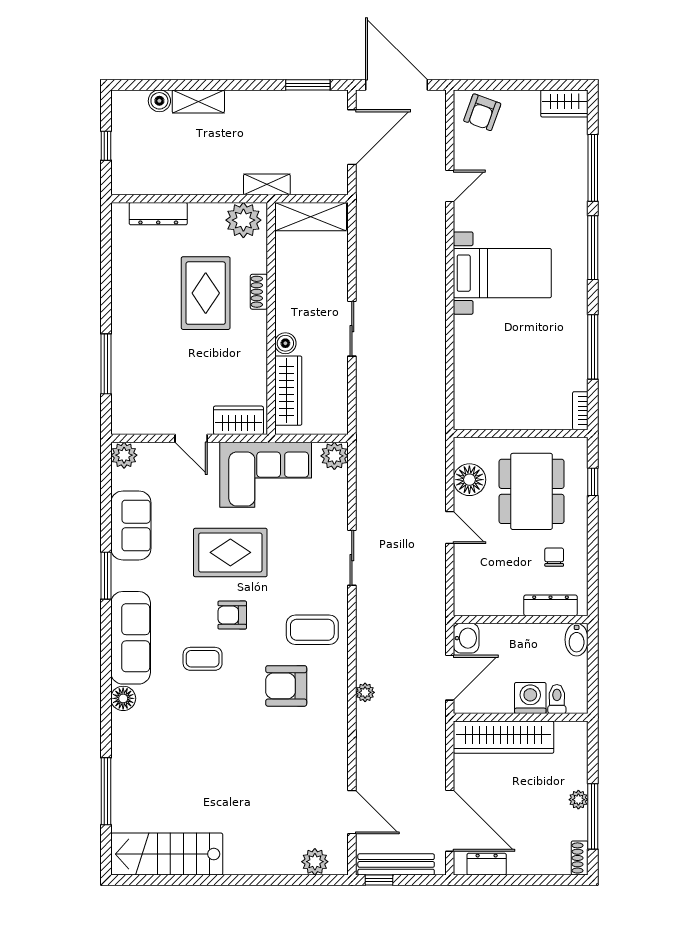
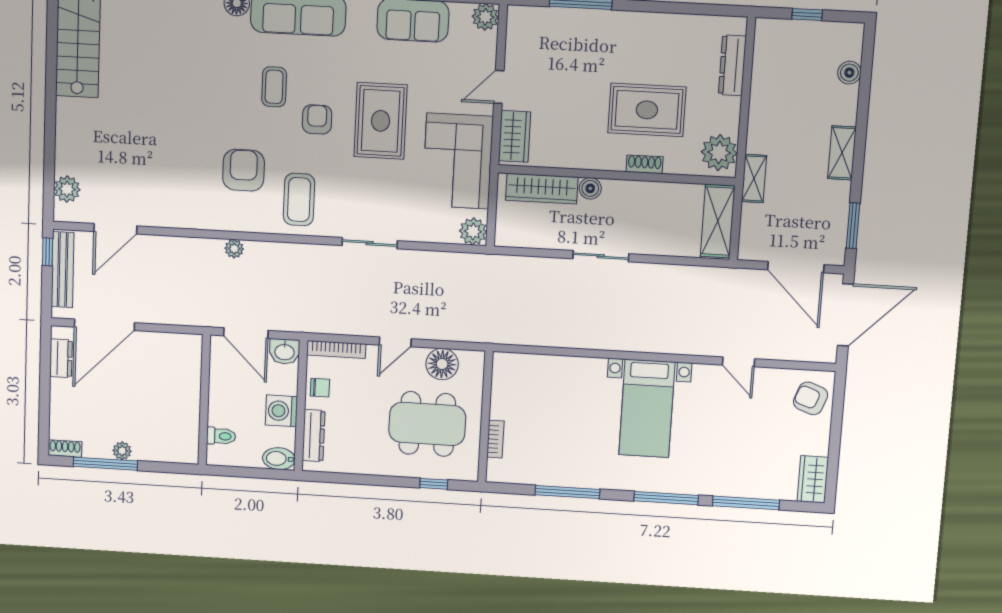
shelving: (198, 101) -> (842, 153), moved
bookcase: (580, 411) -> (495, 439), moved, turned 90
chair: (554, 557) -> (320, 388), moved
bookcase: (461, 586) -> (336, 349), added
washing machine: (530, 698) -> (282, 411), moved, turned 180
wardrobe: (504, 737) -> (185, 382), removed

